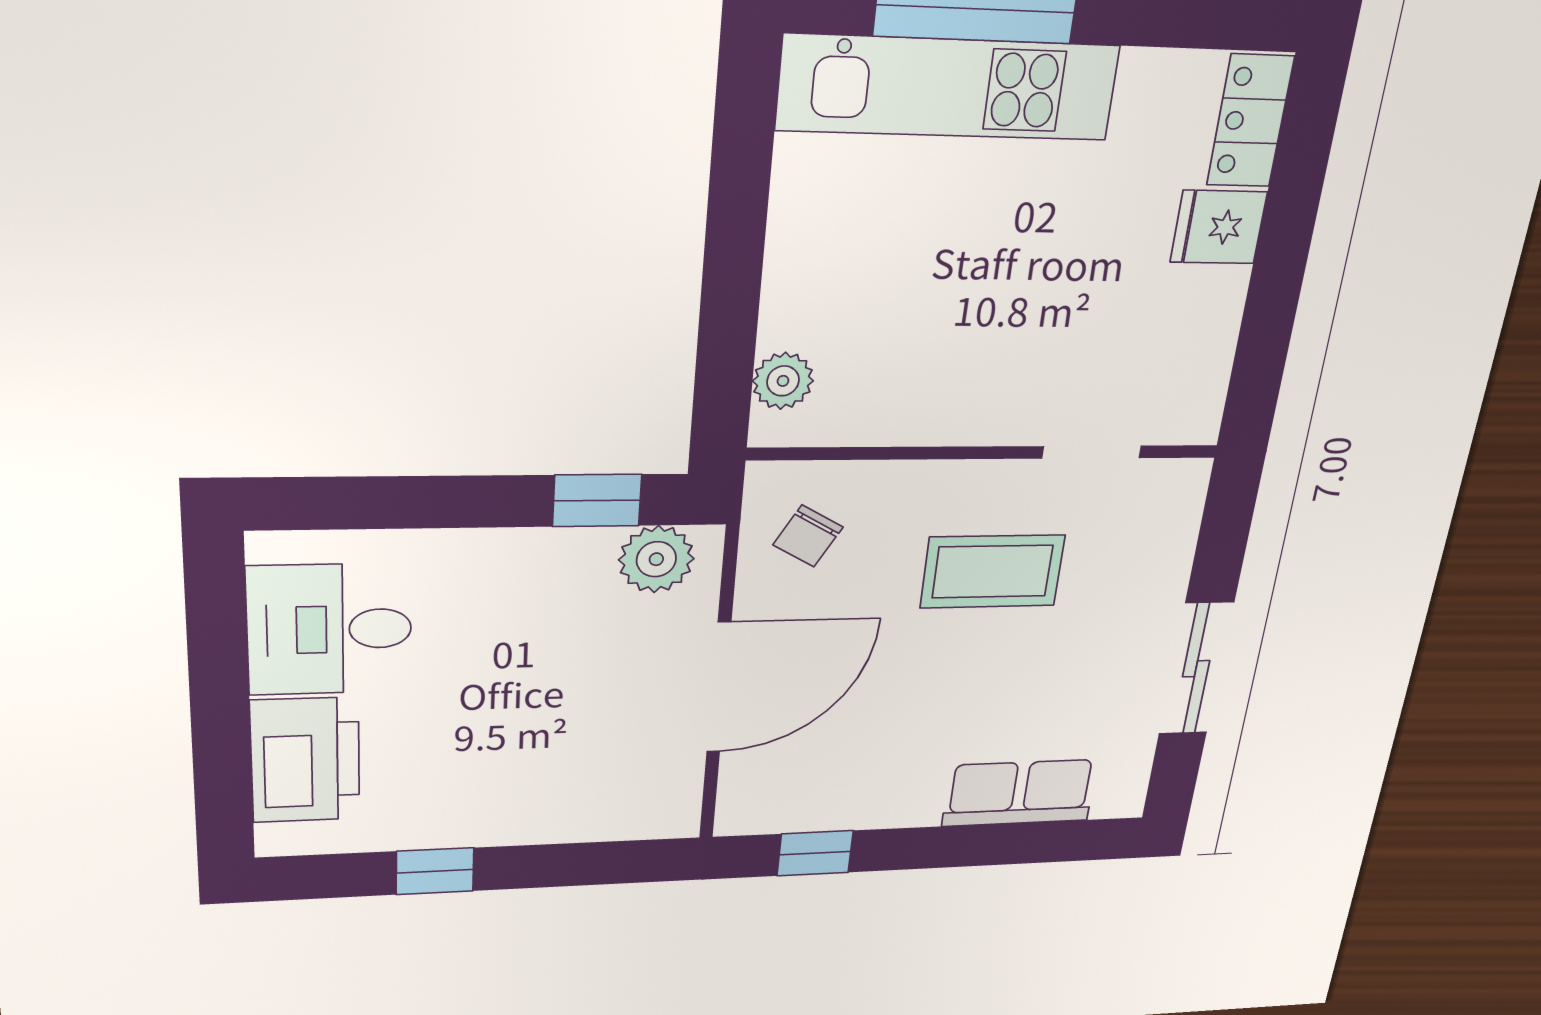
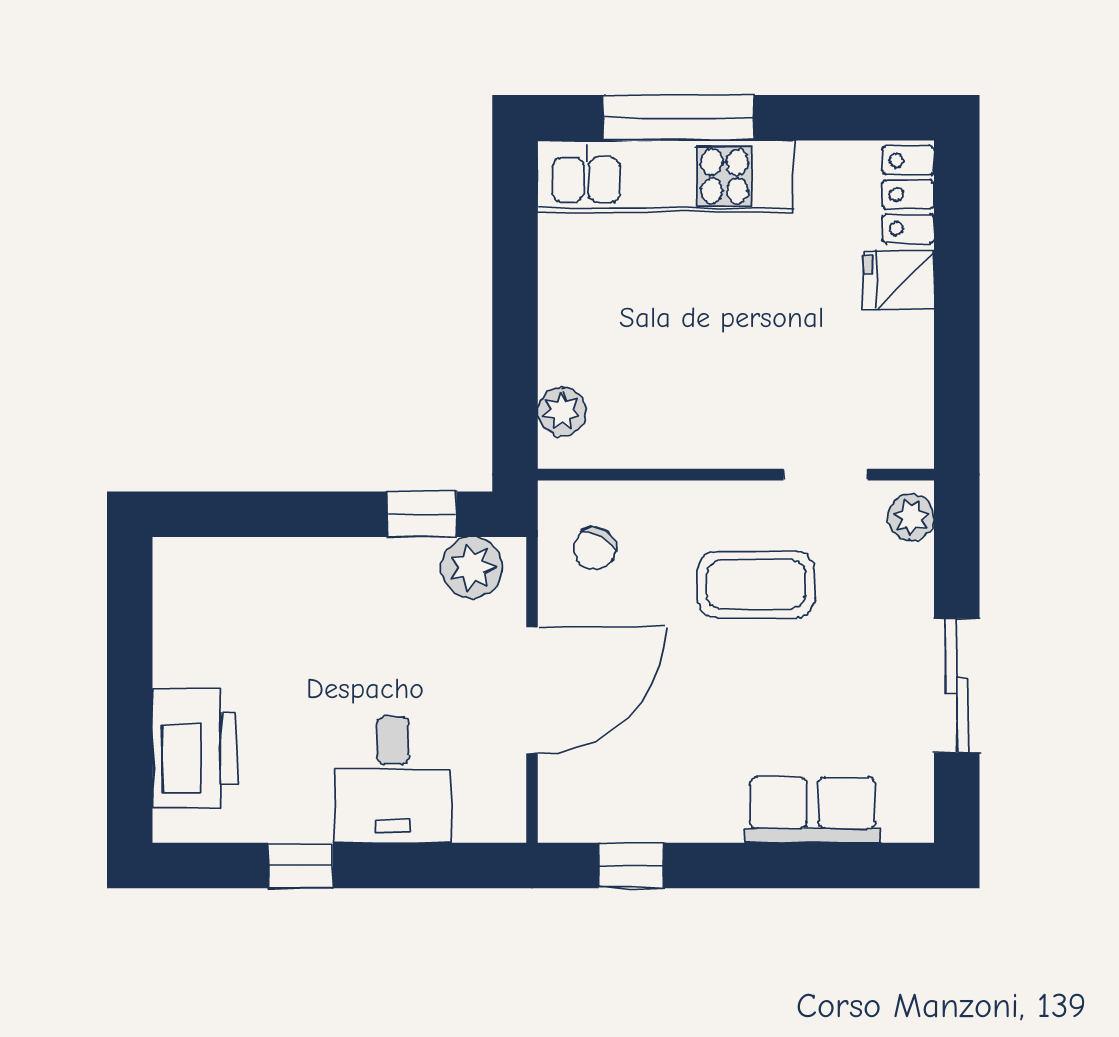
plant: (1181, 498) -> (911, 517), added
desk: (330, 629) -> (393, 780), moved, turned -90

